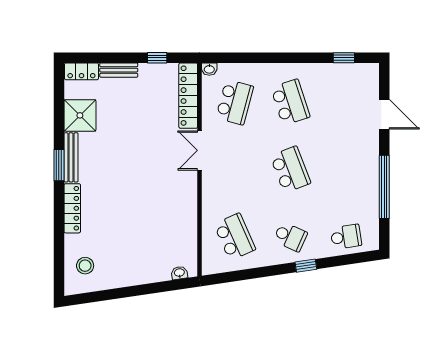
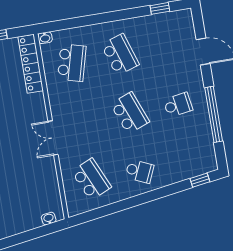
double door: (200, 150) -> (53, 138), moved
school desk: (346, 237) -> (178, 105), moved
window: (306, 266) -> (200, 180), moved

